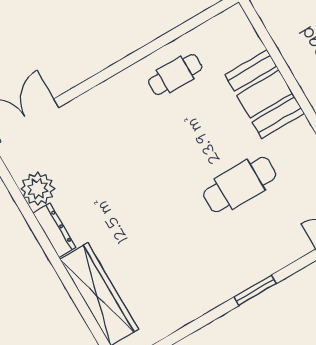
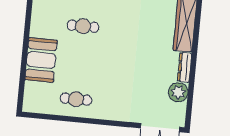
cafe table: (240, 185) -> (83, 26), width x0.73, depth x0.74

